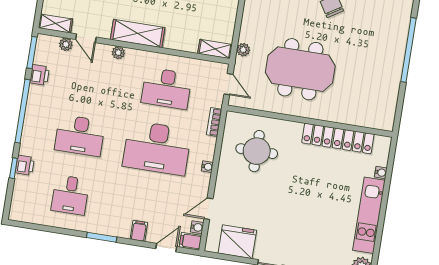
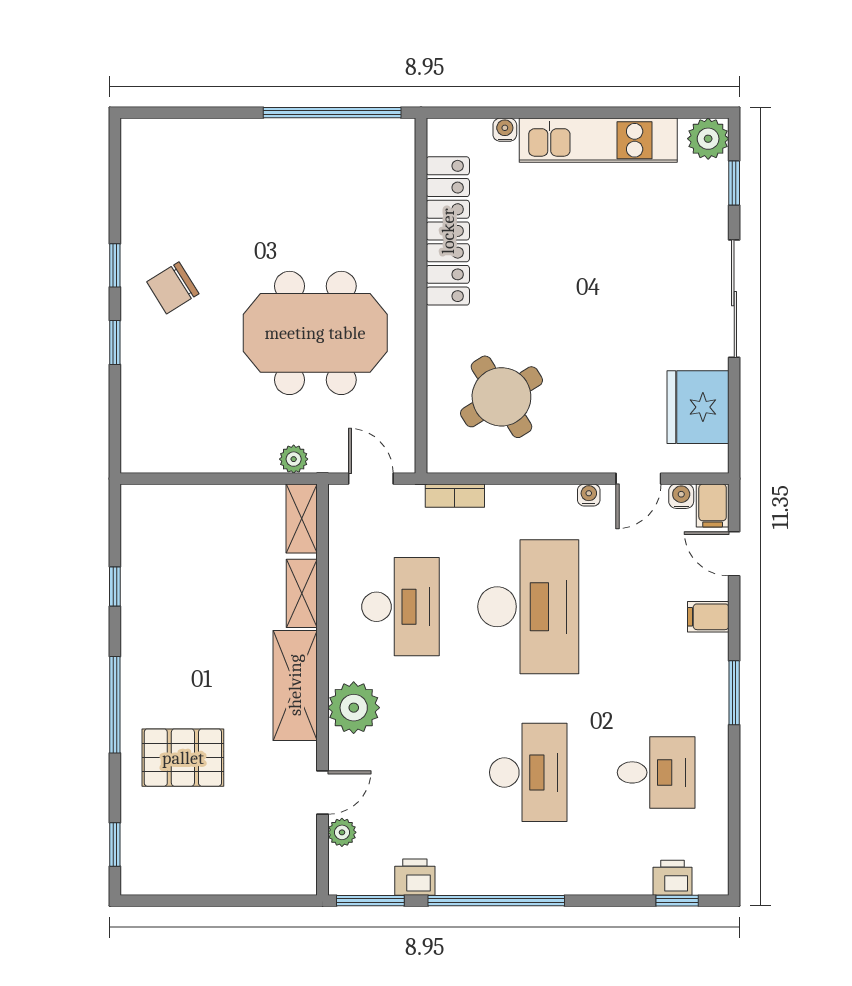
shelving: (55, 23) -> (302, 593), moved
window: (409, 50) -> (332, 113), moved
plant: (118, 53) -> (354, 708), width x1.88, depth x1.88
meeting table: (300, 69) -> (315, 333), turned 90
door: (228, 84) -> (371, 479), hinge flipped
round table: (257, 151) -> (501, 397), turned -32
printer: (25, 165) -> (673, 878), moved
water cooler: (207, 167) -> (589, 495), moved
window: (13, 168) -> (677, 901), moved
door: (208, 209) -> (638, 479), hinge flipped

